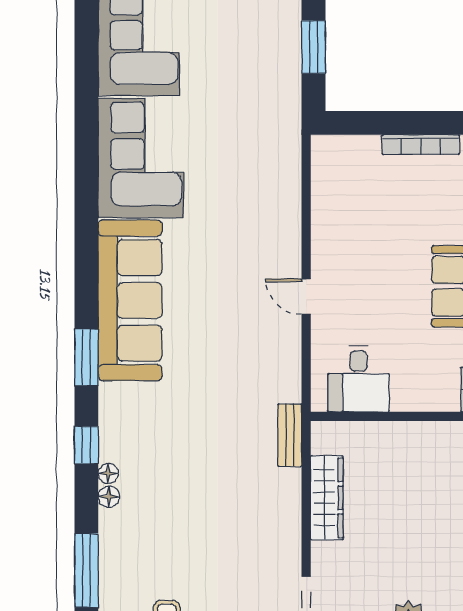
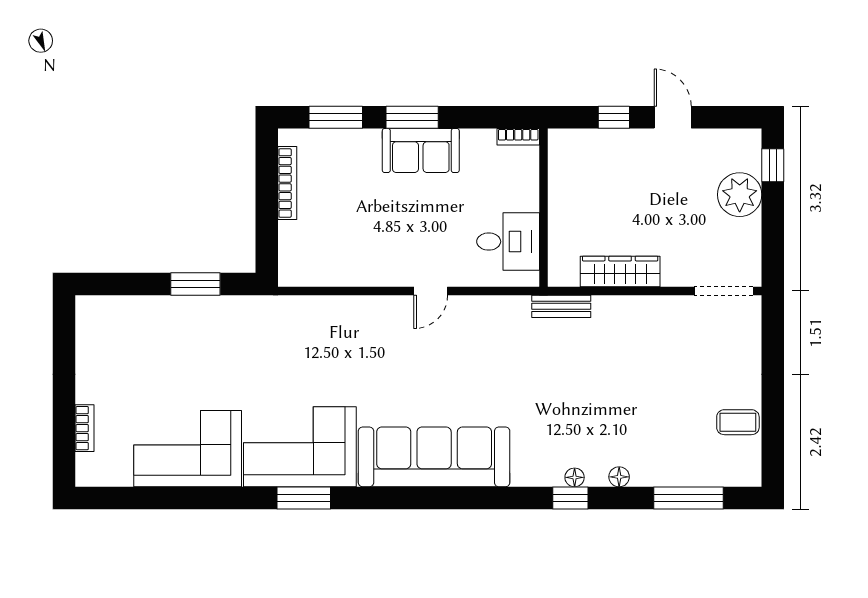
window: (86, 357) -> (304, 498), moved
floor lamp: (108, 473) -> (575, 477), moved

